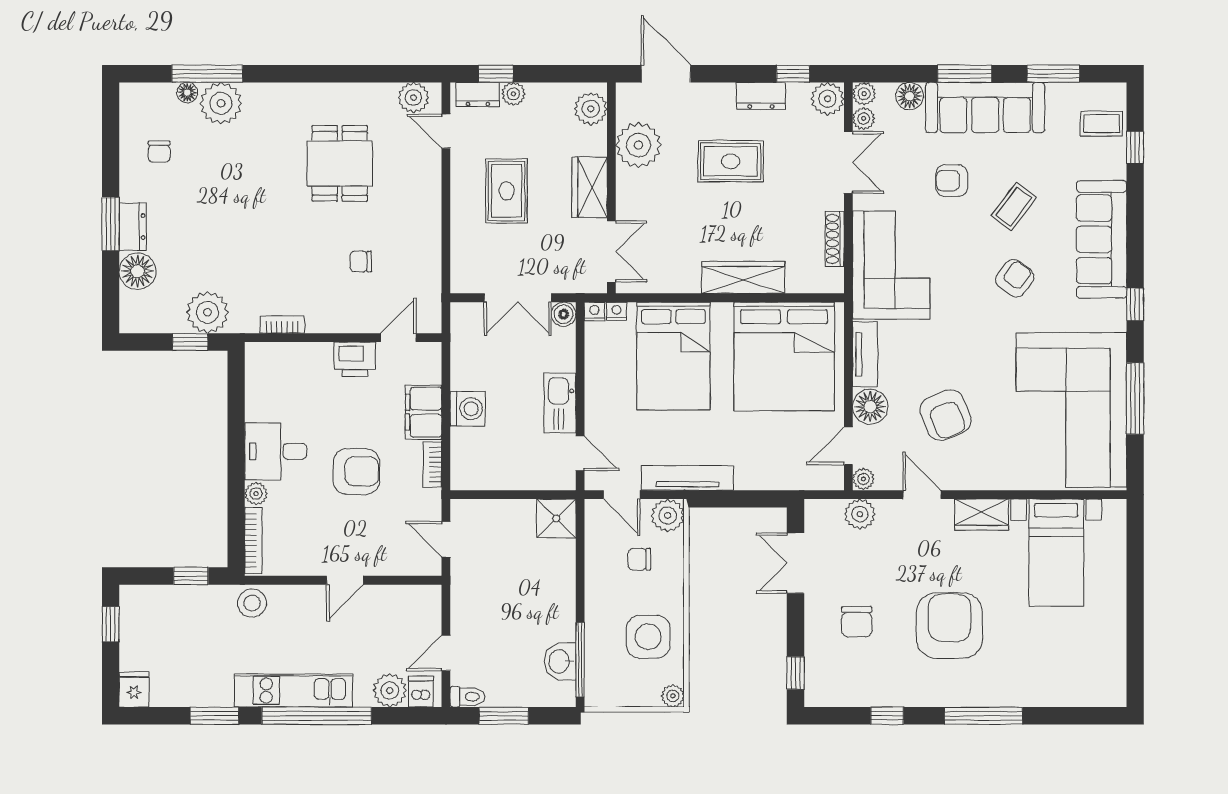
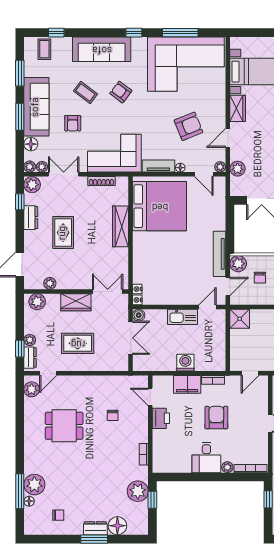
plant: (638, 145) -> (50, 283), width x0.53, depth x0.53
bed: (673, 356) -> (159, 261), removed
floor lamp: (870, 407) -> (180, 168), width x0.53, depth x0.53

